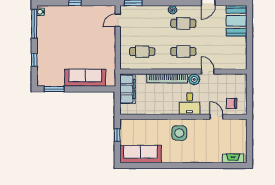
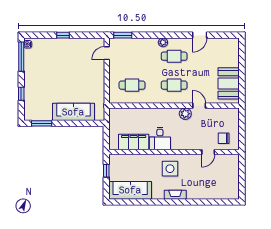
booth: (237, 21) -> (229, 83), moved
bookcase: (167, 78) -> (158, 113), removed
filing cabinet: (127, 89) -> (134, 142), moved, turned -90
desk: (190, 104) -> (160, 139), moved
door: (216, 117) -> (208, 152), swing flipped
fireplace: (233, 158) -> (175, 195), moved

